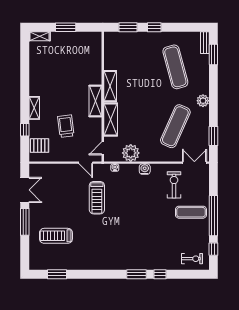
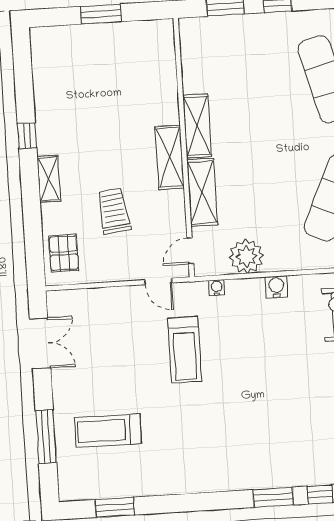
shelving: (40, 36) -> (50, 35), removed
window: (25, 130) -> (27, 136), moved
pallet: (39, 146) -> (64, 253), turned 90
window: (25, 222) -> (46, 437), moved

